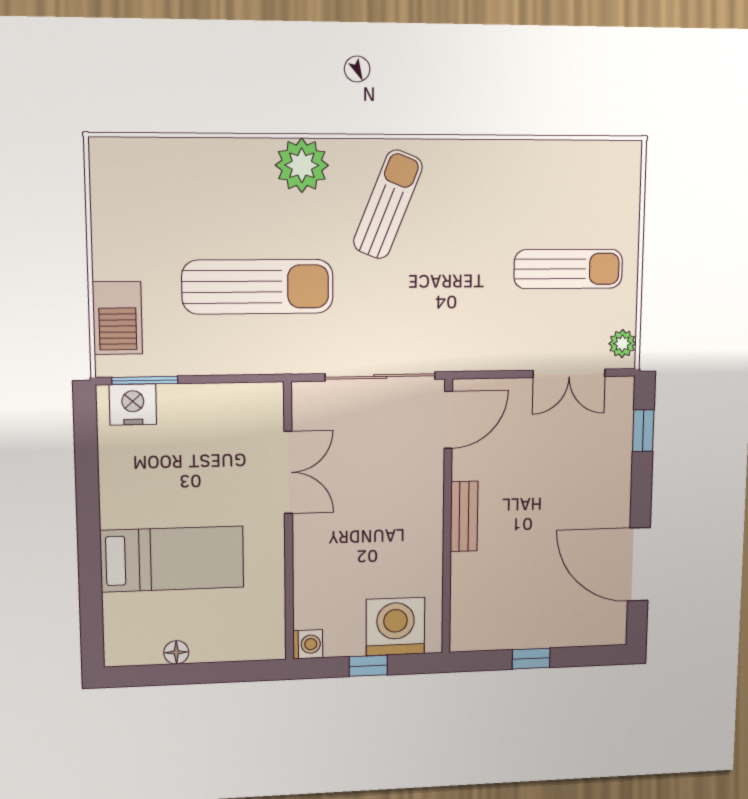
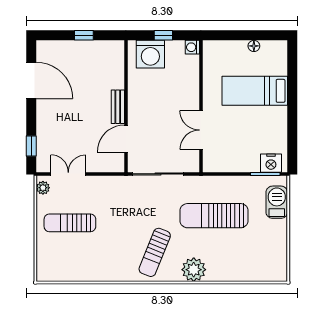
door: (448, 420) -> (126, 139), moved

